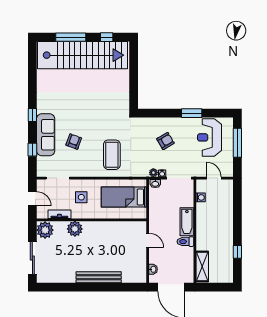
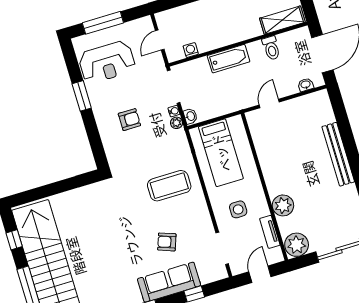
armchair: (165, 141) -> (129, 120), turned 121
toilet: (185, 242) -> (271, 48), moved

